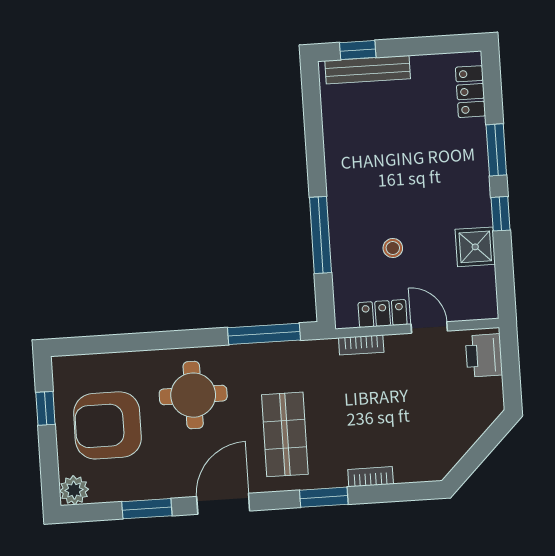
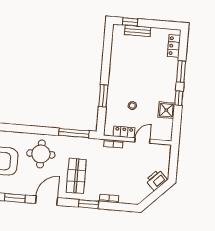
bench: (368, 70) -> (138, 31), width x0.73
window: (320, 235) -> (103, 96), width x0.69
door: (429, 327) -> (142, 141), hinge flipped
printer: (484, 355) -> (156, 180), moved, turned 45

